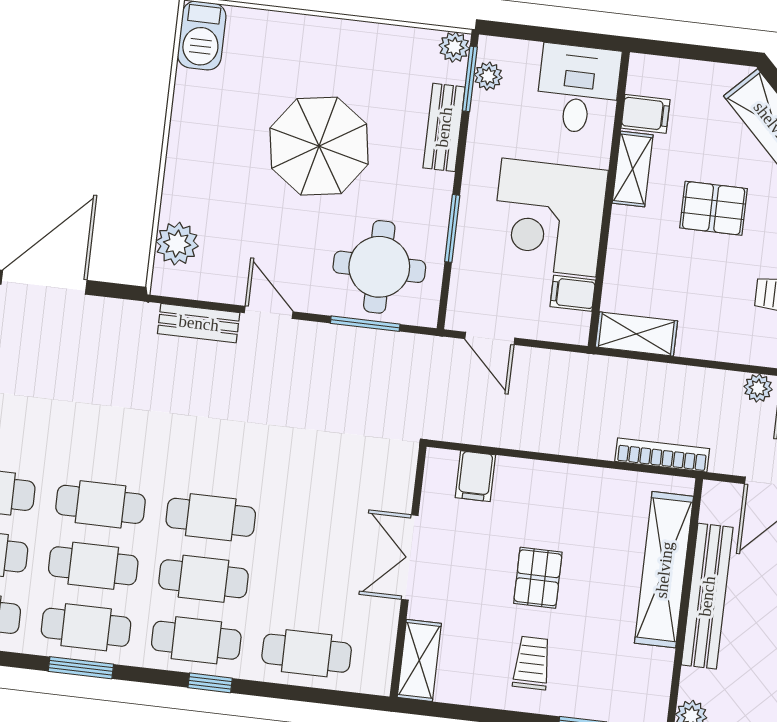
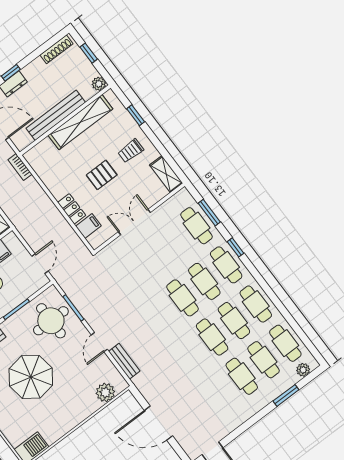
bookcase: (662, 455) -> (20, 167), width x0.64
locker: (530, 476) -> (72, 209), added
double door: (410, 557) -> (134, 222), swing flipped
shelving: (664, 570) -> (80, 122), moved
shelving: (419, 660) -> (166, 174), moved, turned 90
window: (81, 668) -> (209, 213), moved

